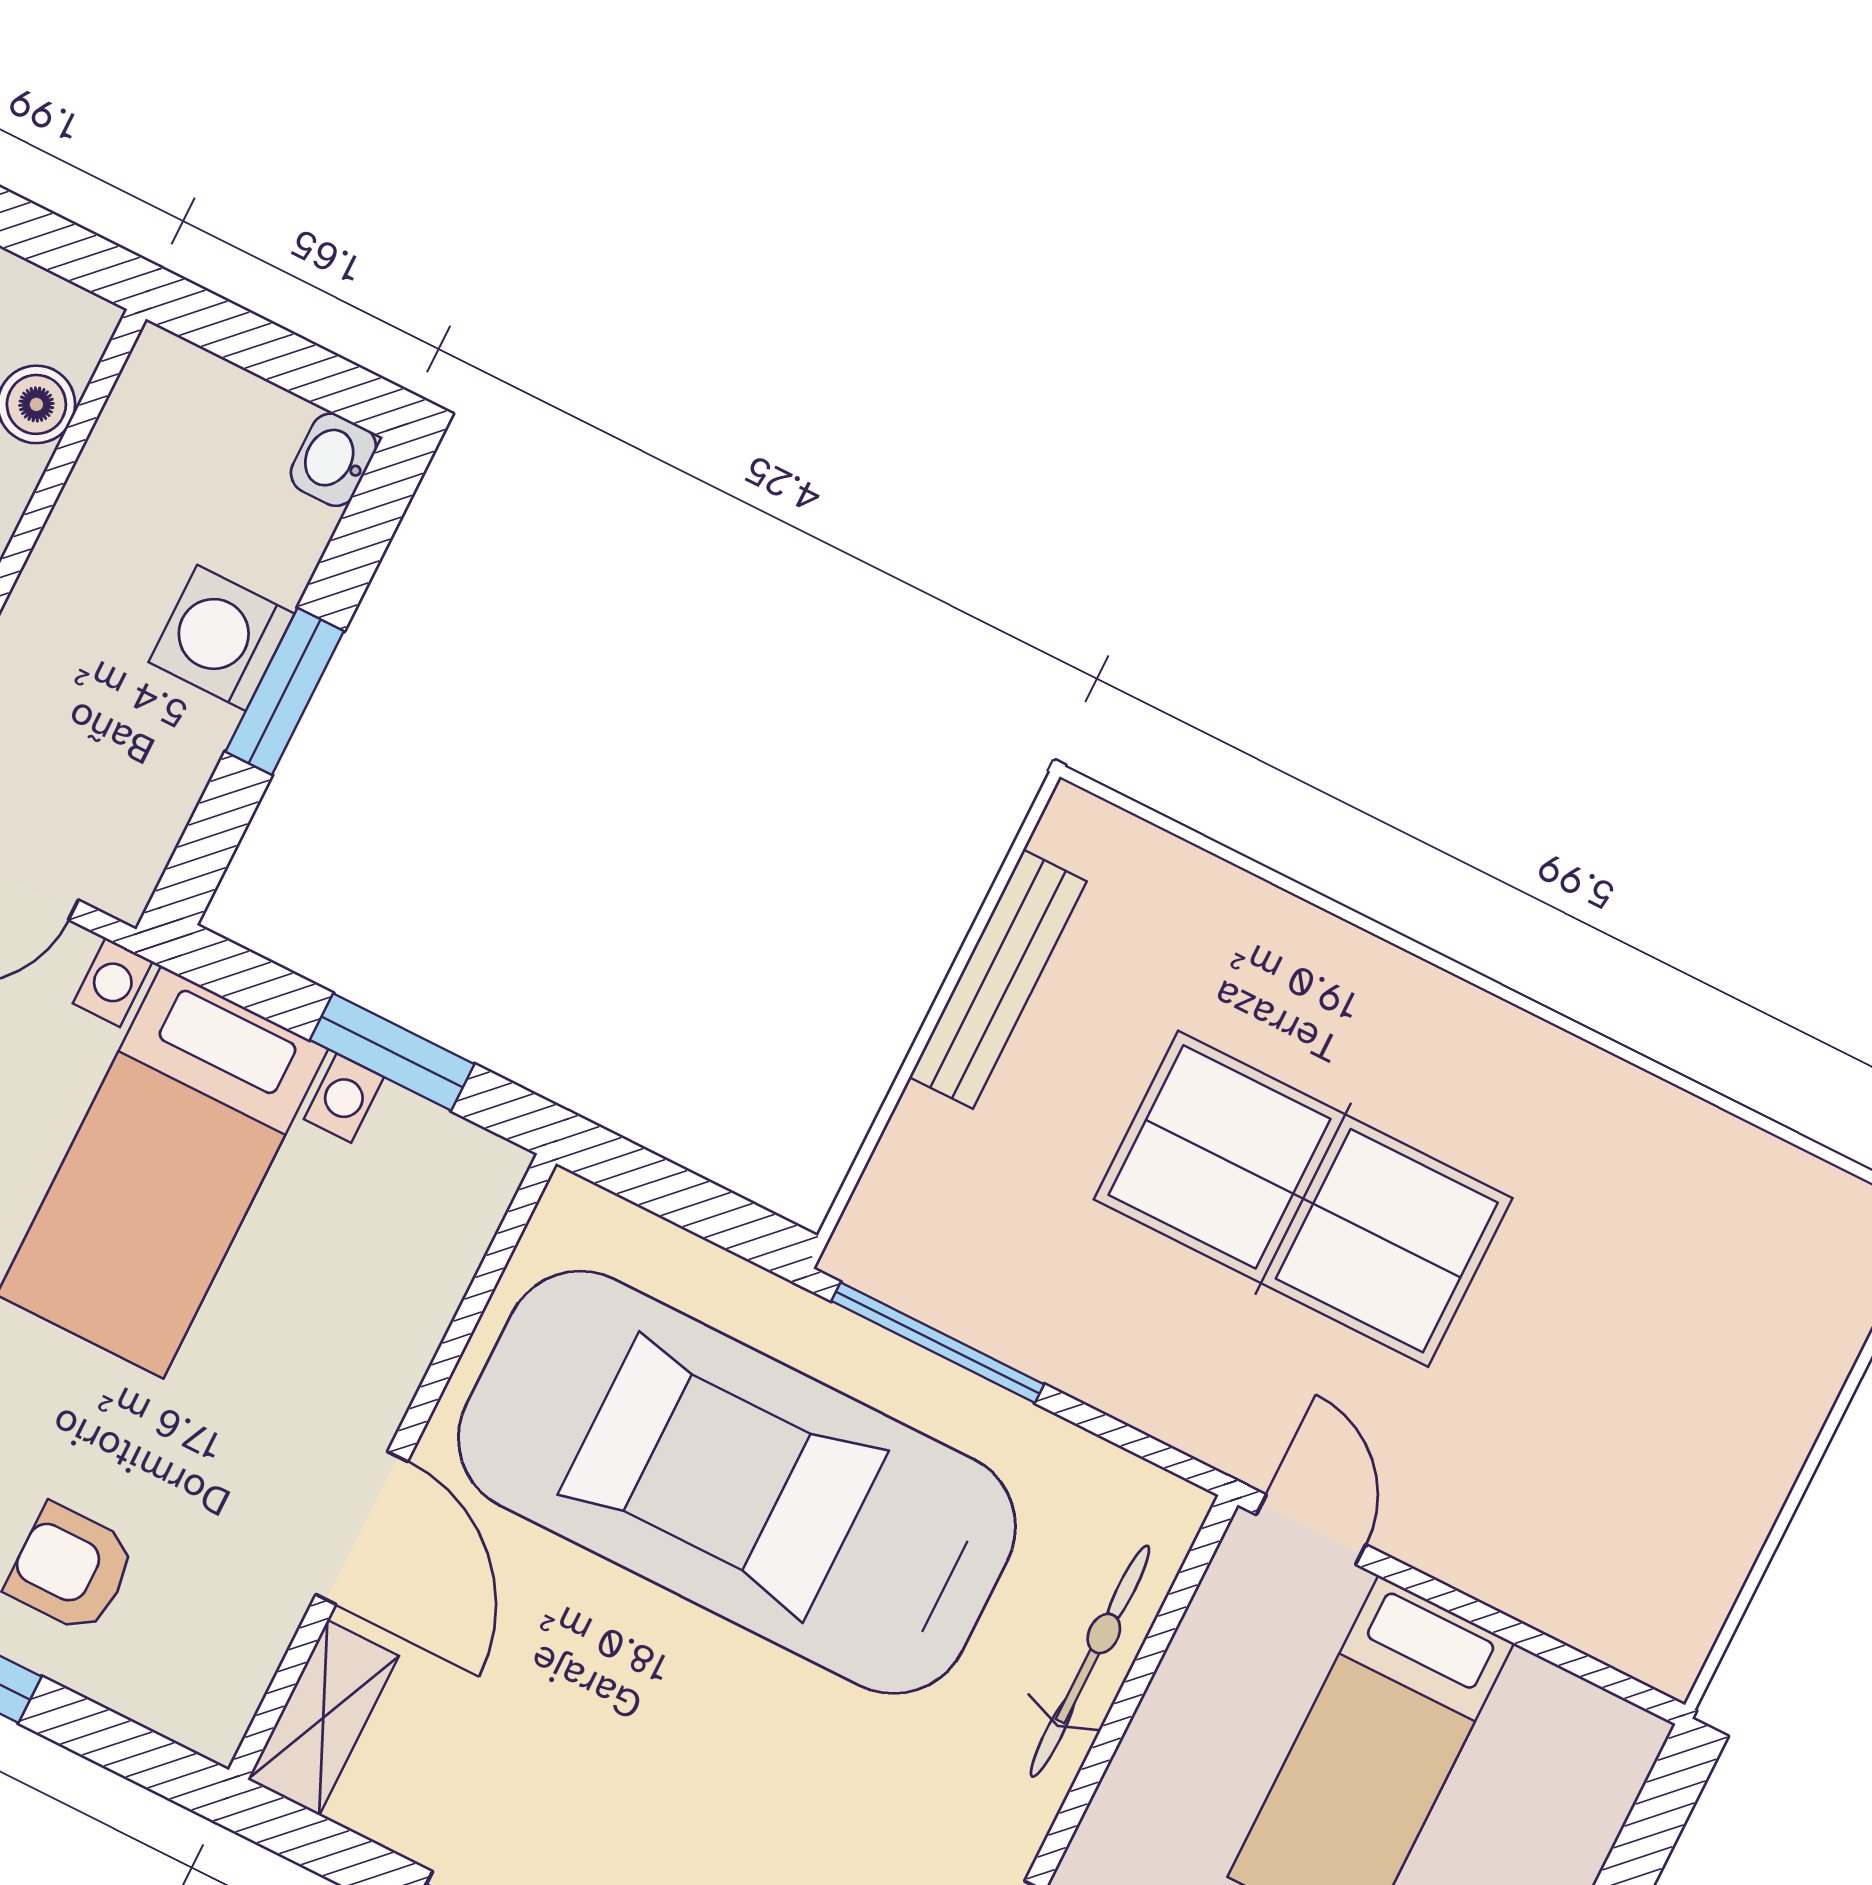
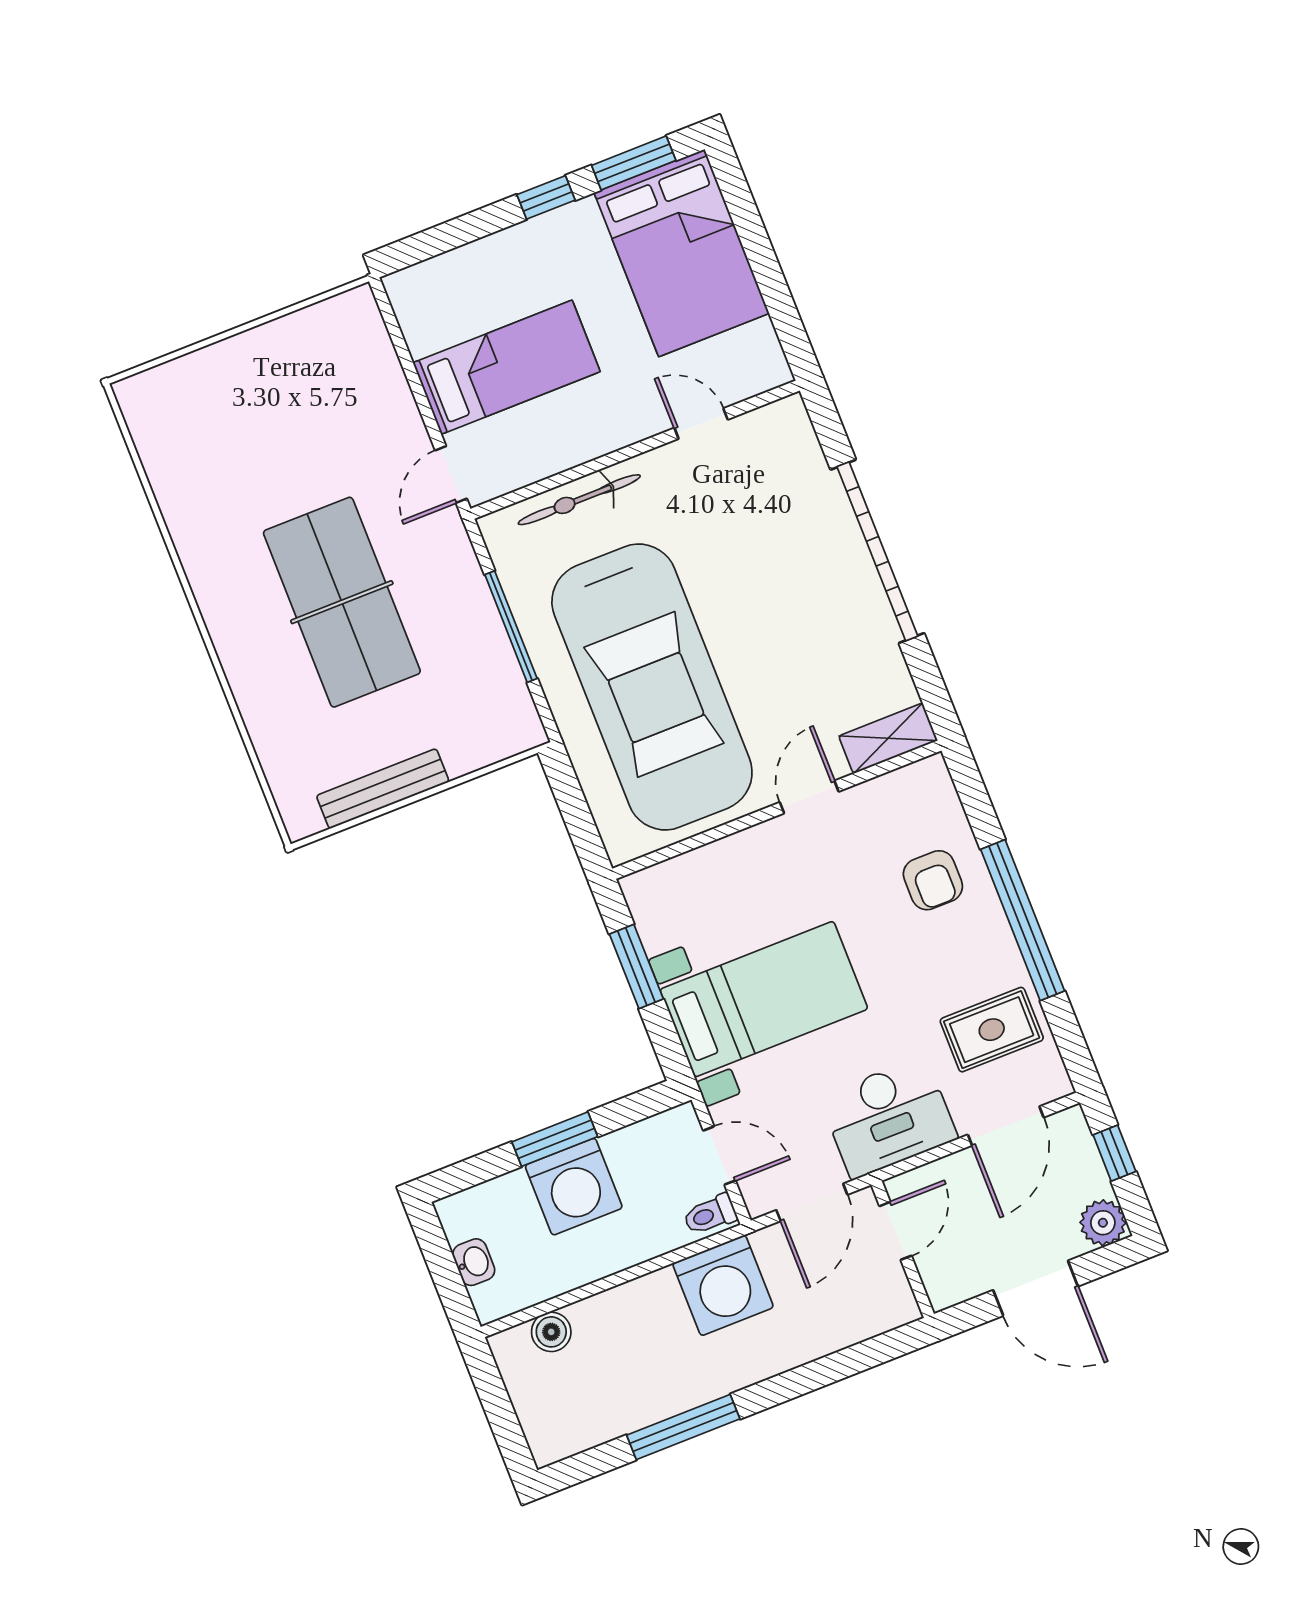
washbasin: (333, 460) -> (474, 1262), moved, turned -90
washing machine: (221, 638) -> (574, 1187), width x1.37, depth x1.37
window: (938, 1343) -> (511, 627), moved
door: (362, 1528) -> (809, 797), width x0.73

